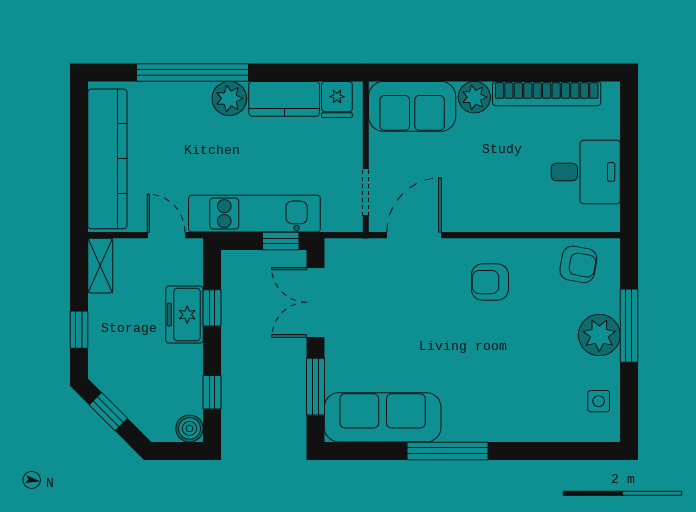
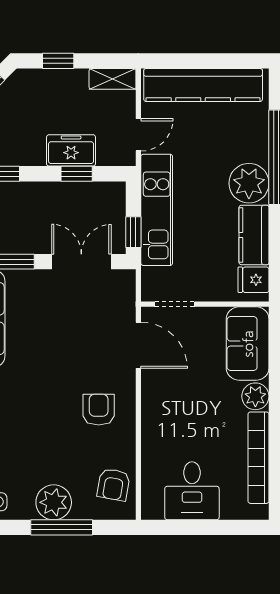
plant: (229, 98) -> (249, 183), width x1.36, depth x1.36

